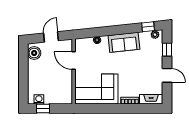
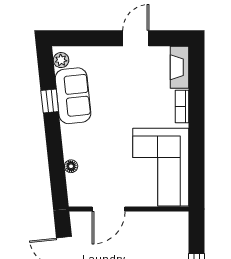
window: (148, 27) -> (50, 101), moved
sofa: (124, 42) -> (73, 96), moved
window: (167, 50) -> (89, 38), removed

